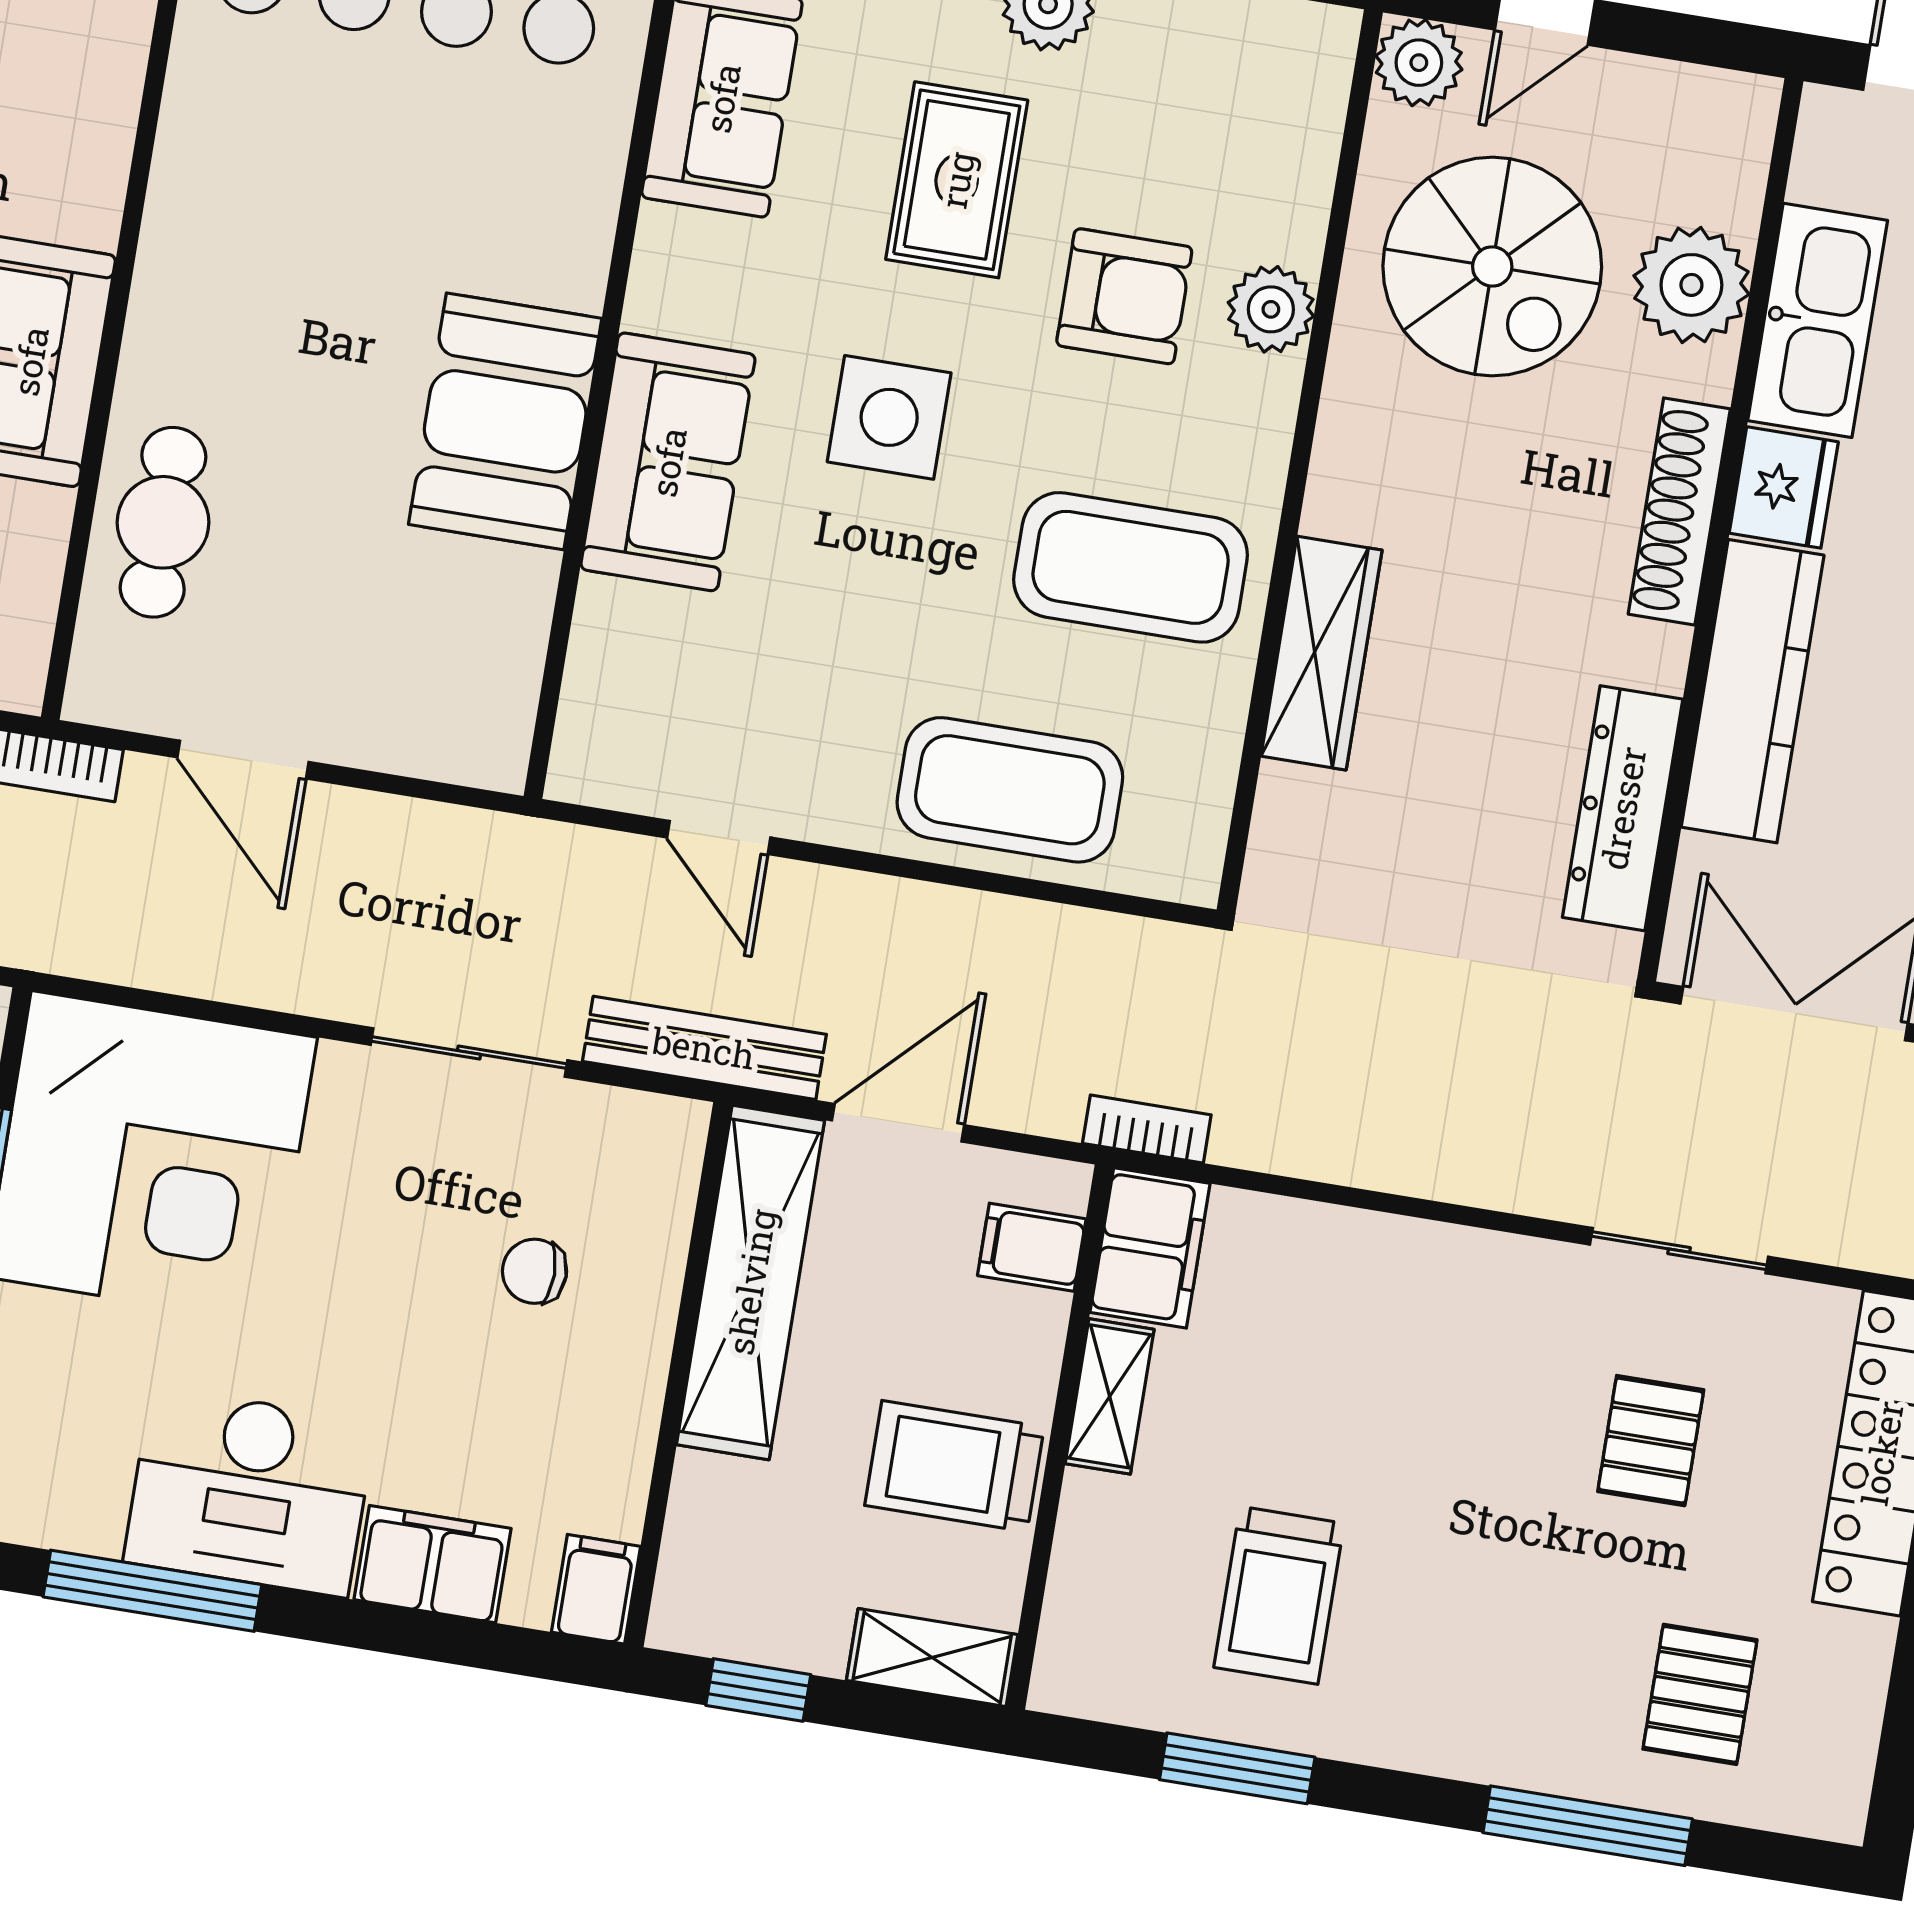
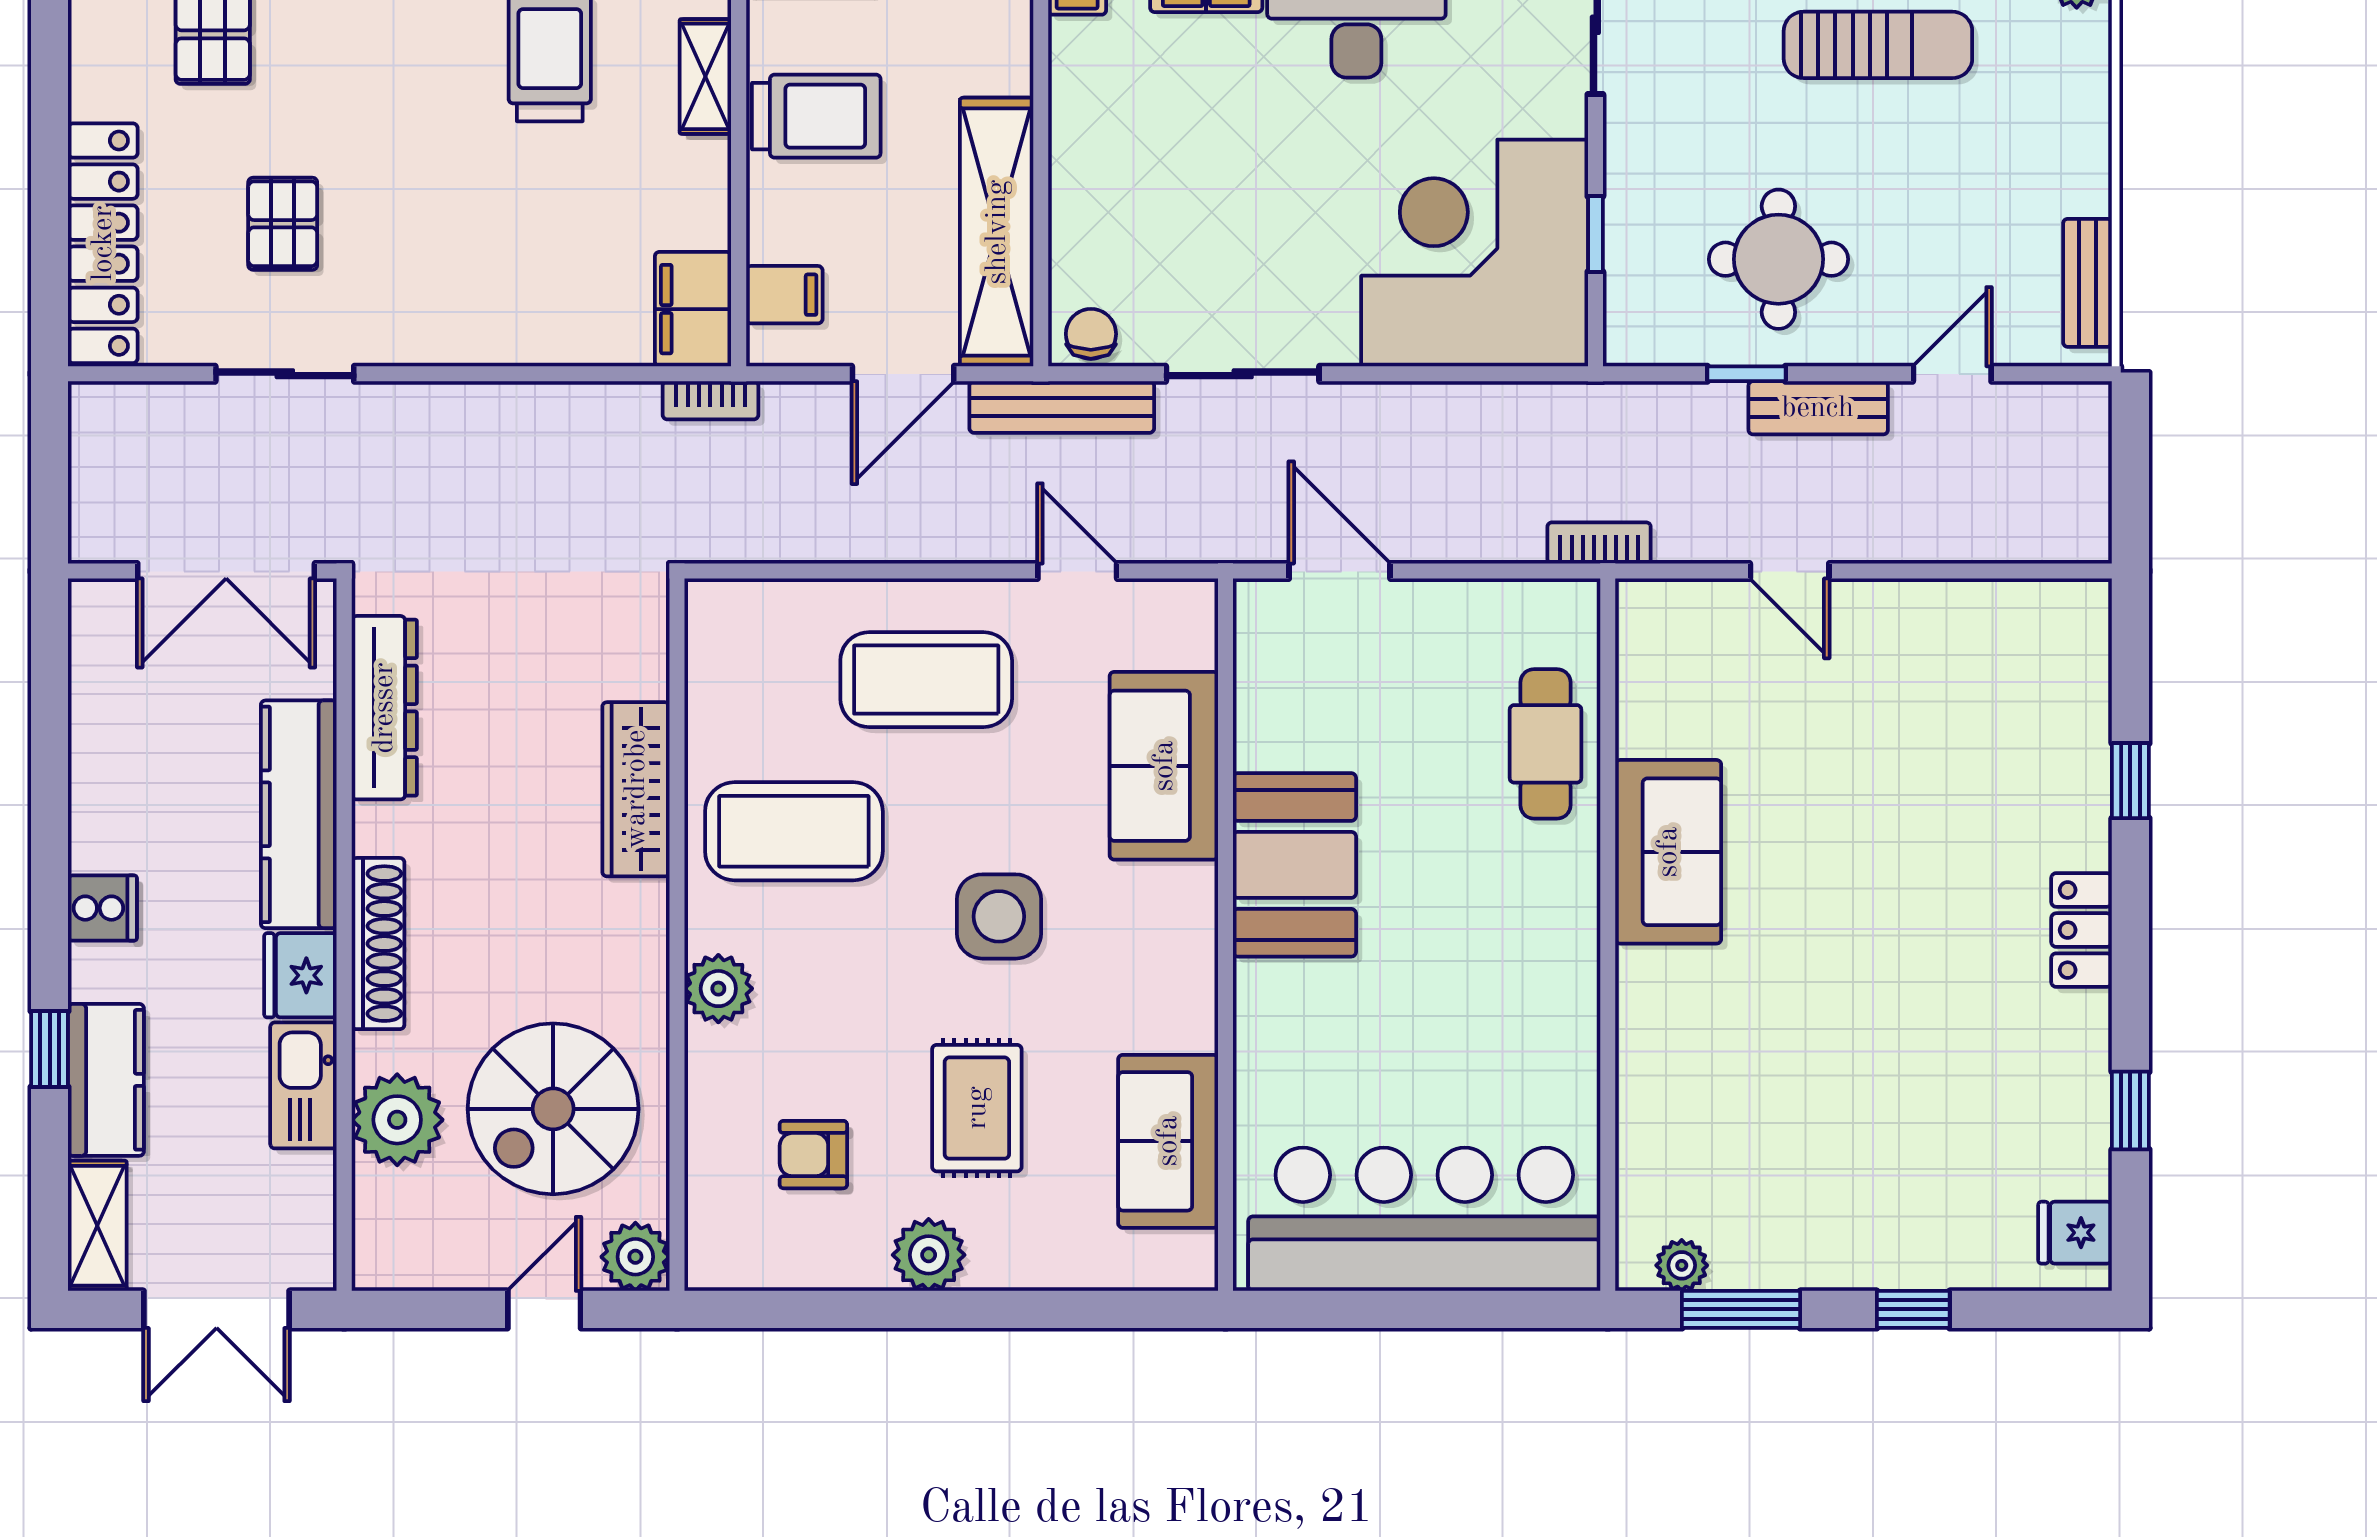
spiral stairs: (1492, 267) -> (553, 1109), turned -90
armchair: (1124, 296) -> (813, 1155), moved, width x0.72, depth x0.72
plant: (1271, 309) -> (718, 989), moved
kitchen sink: (1818, 320) -> (303, 1085), width x0.73, depth x0.81
sofa: (668, 462) -> (1164, 766), moved
door: (243, 760) -> (1340, 571), moved
coffee table: (1010, 790) -> (926, 680), moved
chair: (534, 1271) -> (1091, 334), moved, turned -90
shelving: (1110, 1396) -> (705, 76), moved

